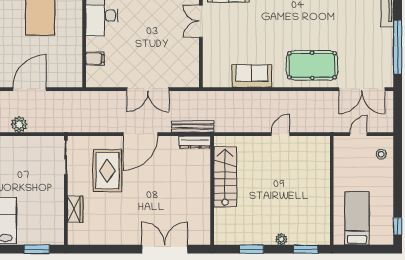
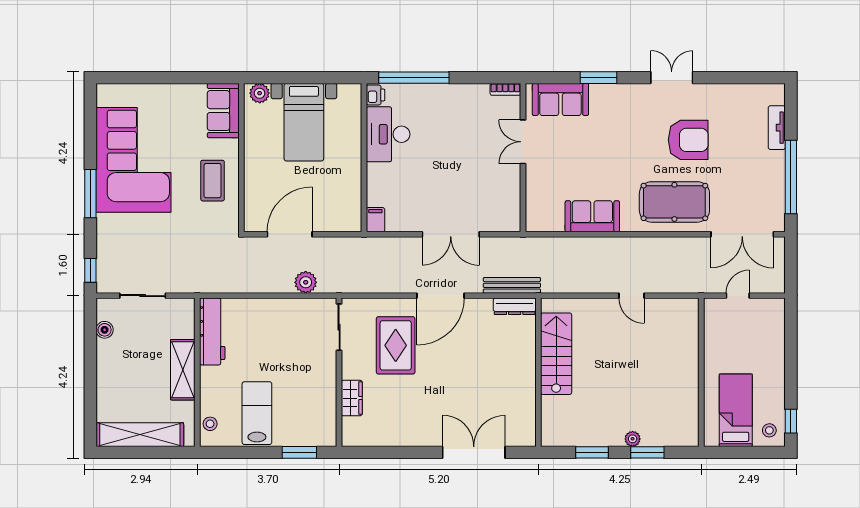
armchair: (322, 20) -> (688, 140), added
filing cabinet: (95, 59) -> (375, 220), moved, turned -90
plant: (19, 124) -> (306, 282), moved
door: (281, 134) -> (632, 296), swing flipped
stool: (381, 154) -> (769, 430), moved
window: (306, 249) -> (647, 452), moved

